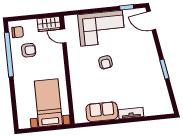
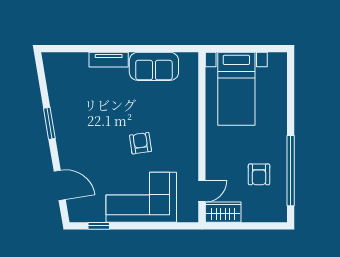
door: (151, 21) -> (60, 185), moved
chair: (18, 32) -> (273, 204), removed
door: (64, 36) -> (202, 191), hinge flipped
armchair: (29, 50) -> (259, 174), turned -89

